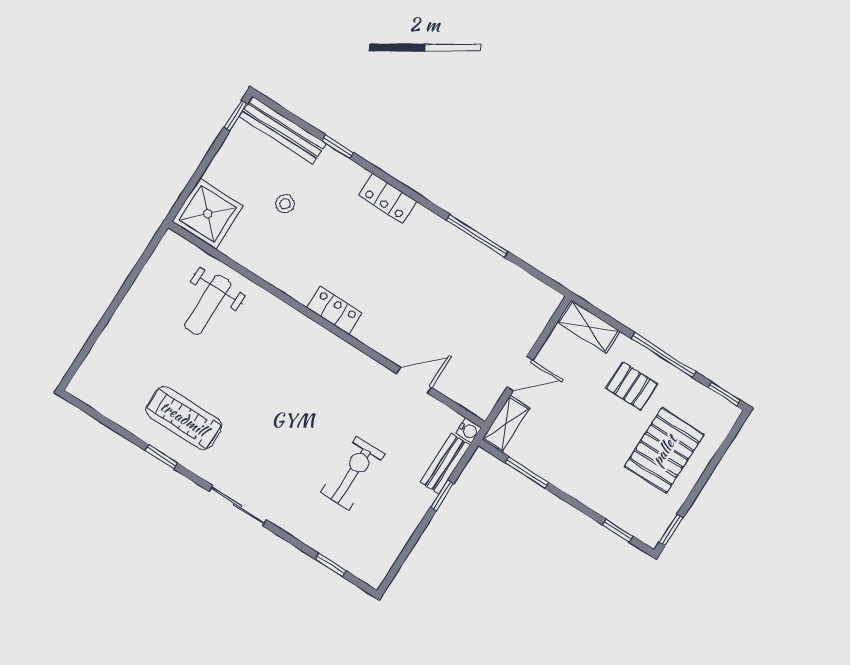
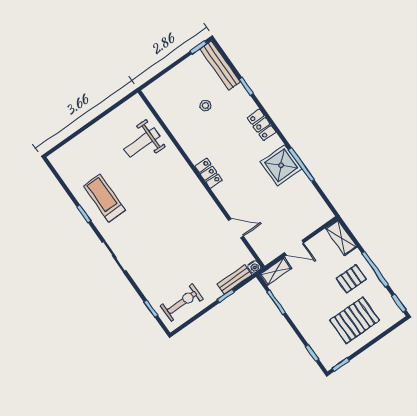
shower: (208, 214) -> (281, 165), moved
pallet: (632, 386) -> (351, 279), turned 90
exercise bike: (353, 473) -> (182, 302), moved

